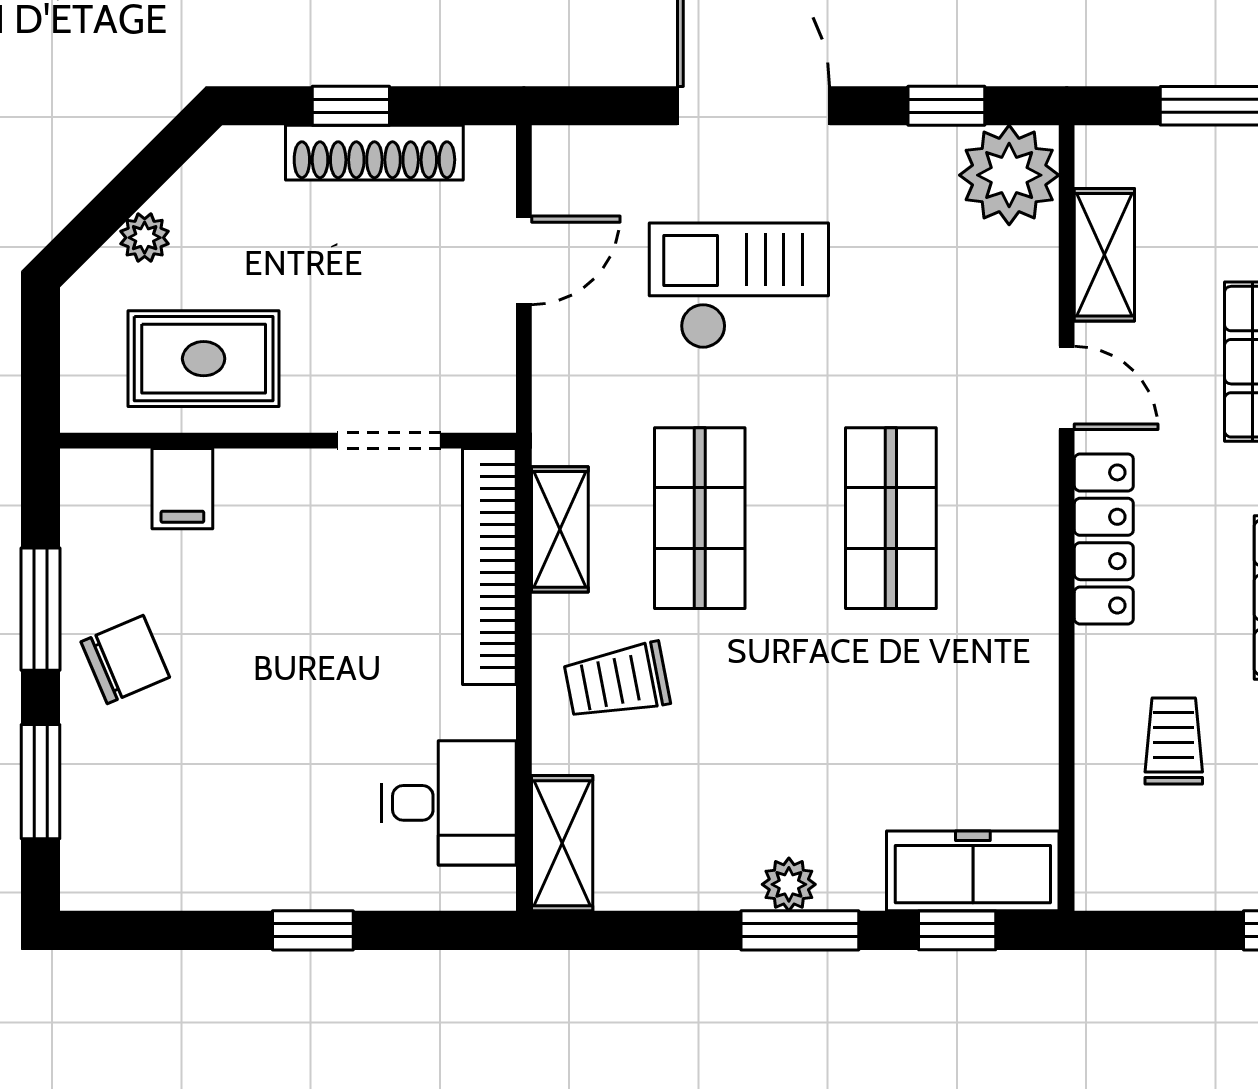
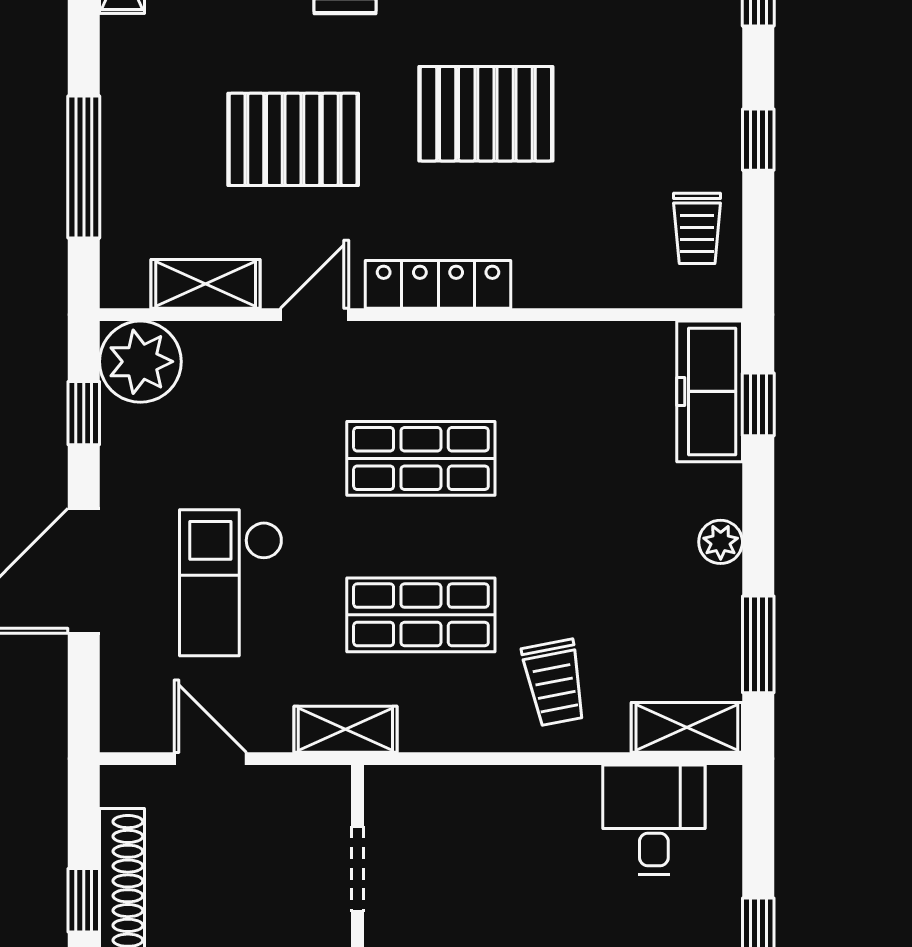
shelving: (560, 529) -> (345, 729), moved
bookcase: (489, 566) -> (460, 787), removed
trolley: (1174, 741) -> (697, 228), moved, turned -90
window: (800, 930) -> (758, 644), moved

